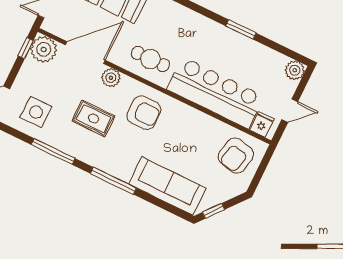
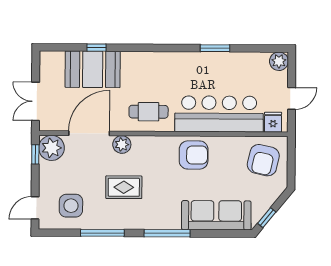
armchair: (144, 113) -> (194, 155), moved

